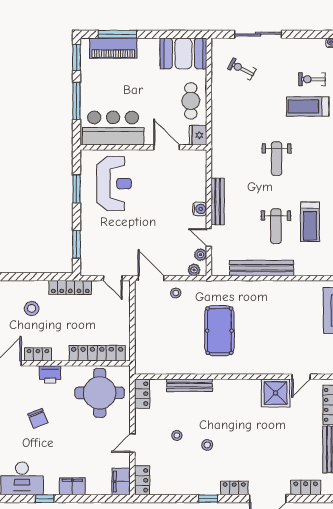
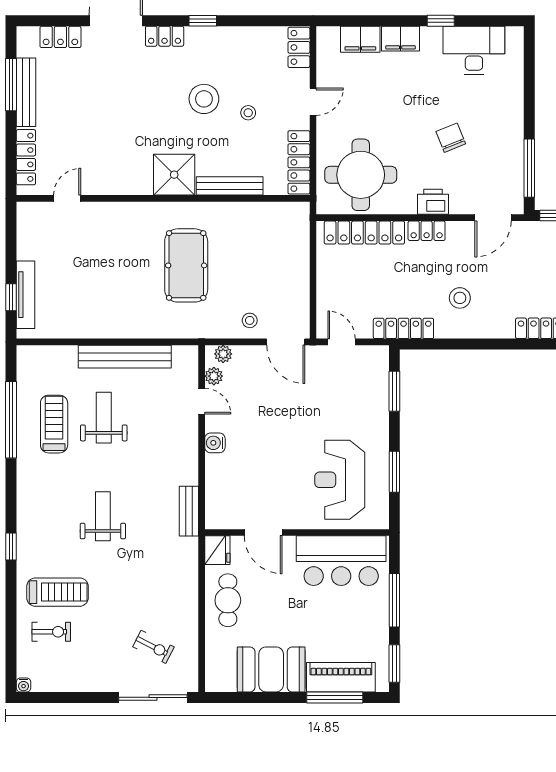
sliding door: (258, 34) -> (153, 697), moved
booth: (183, 53) -> (271, 669), moved
bench: (218, 202) -> (189, 511), moved, width x0.73
locker: (38, 354) -> (427, 231), moved
shower: (276, 393) -> (174, 175), moved
locker: (142, 394) -> (299, 162), width x1.53
stool: (207, 445) -> (204, 99), width x1.89, depth x1.89
filing cabinet: (121, 481) -> (360, 39), moved, turned 90

